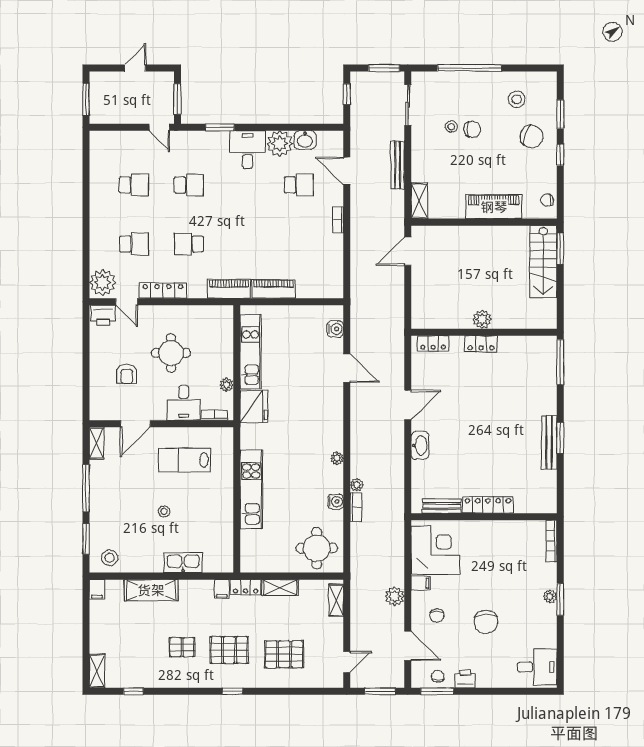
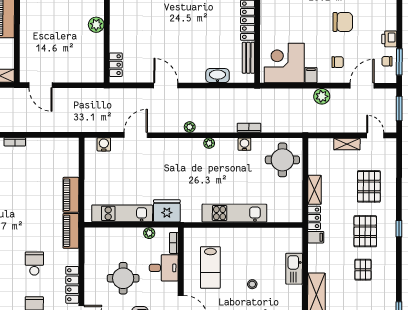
school desk: (189, 244) -> (34, 264), turned 180
locker: (481, 344) -> (116, 26), removed
washbasin: (420, 445) -> (217, 76), moved
plant: (357, 485) -> (190, 127), moved
shelving: (336, 600) -> (347, 144), moved

